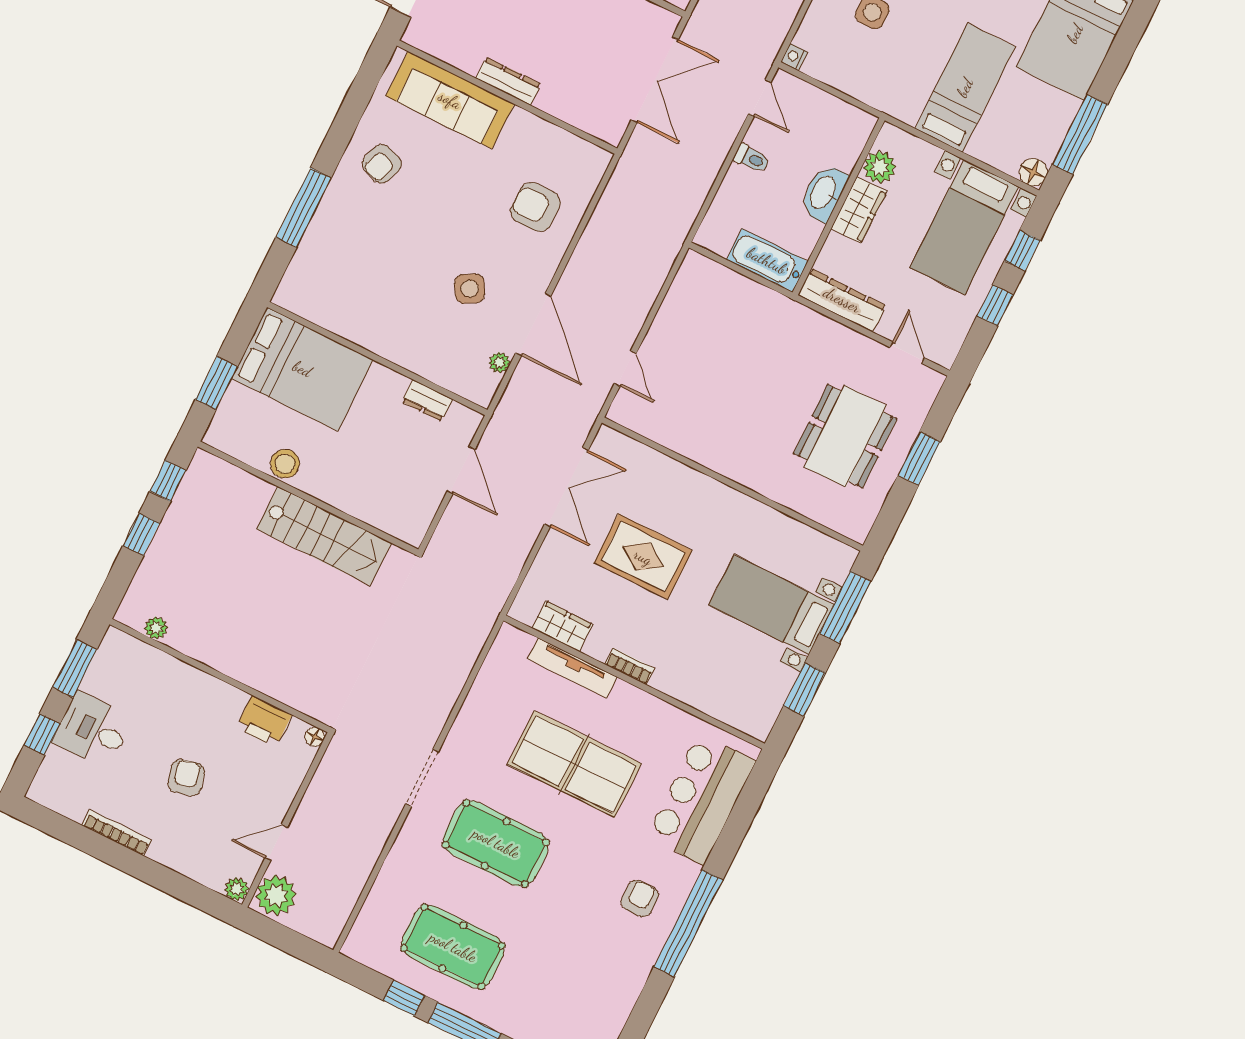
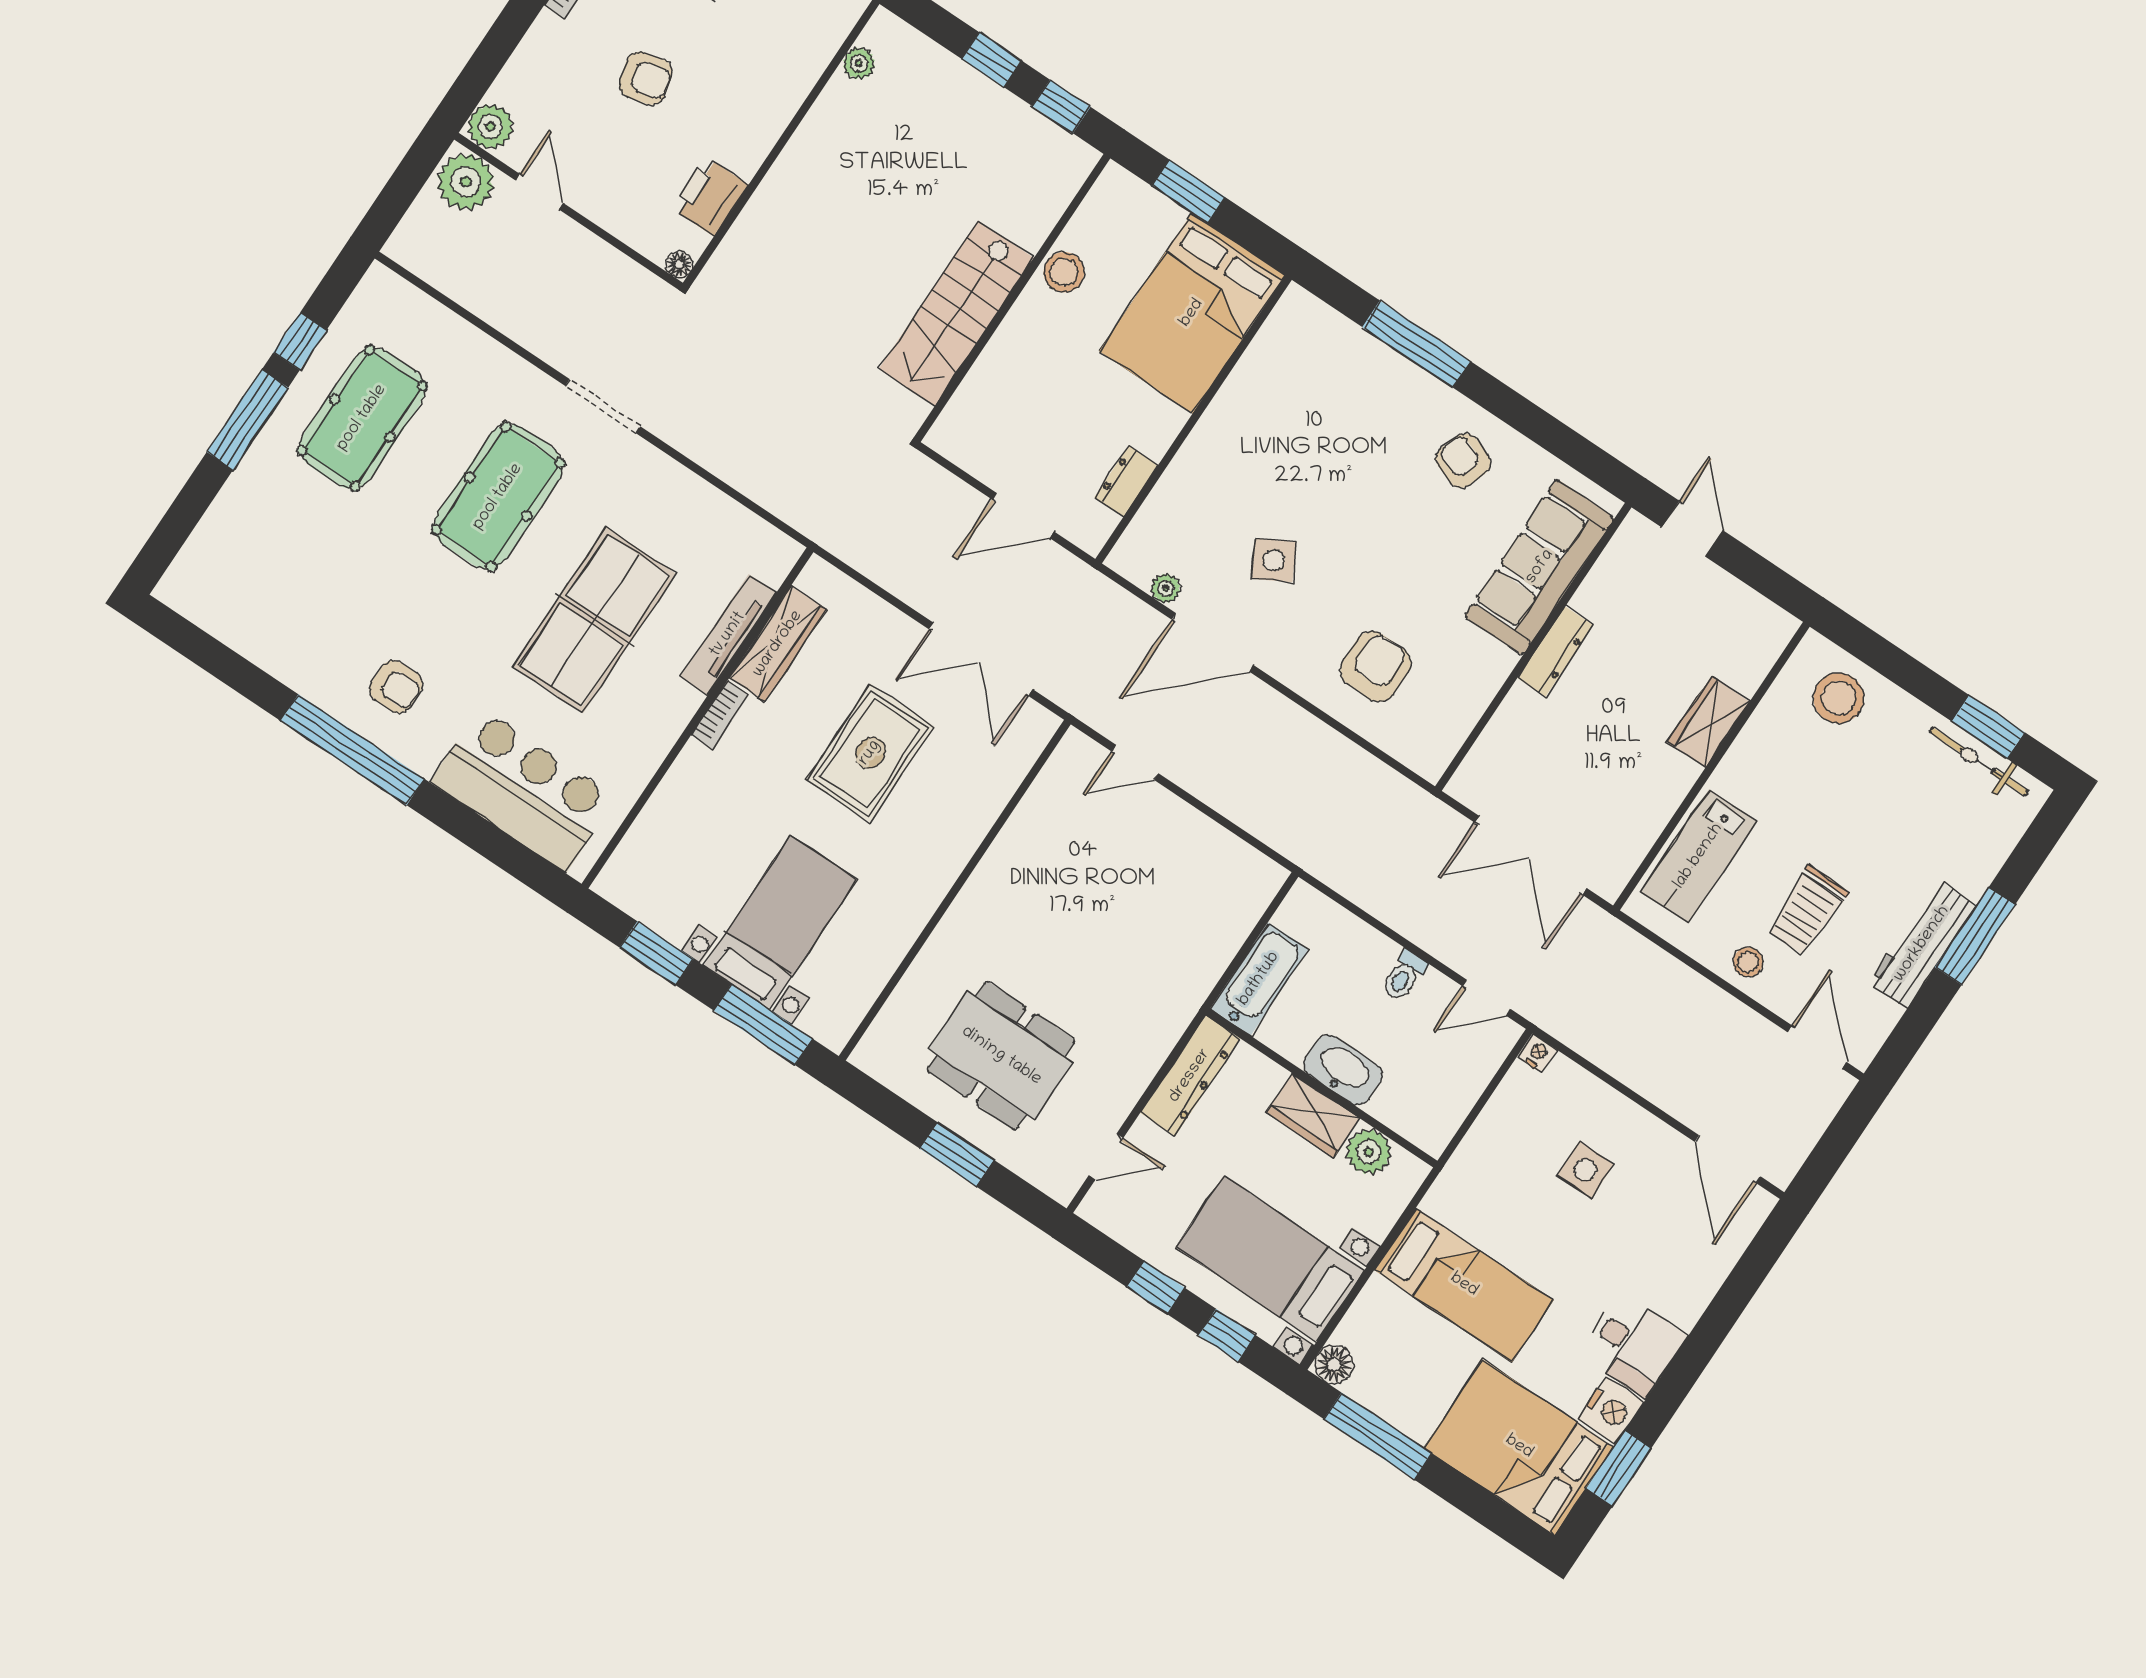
wardrobe: (562, 626) -> (778, 644), width x1.50
plant: (237, 889) -> (490, 127), width x1.38, depth x1.38

